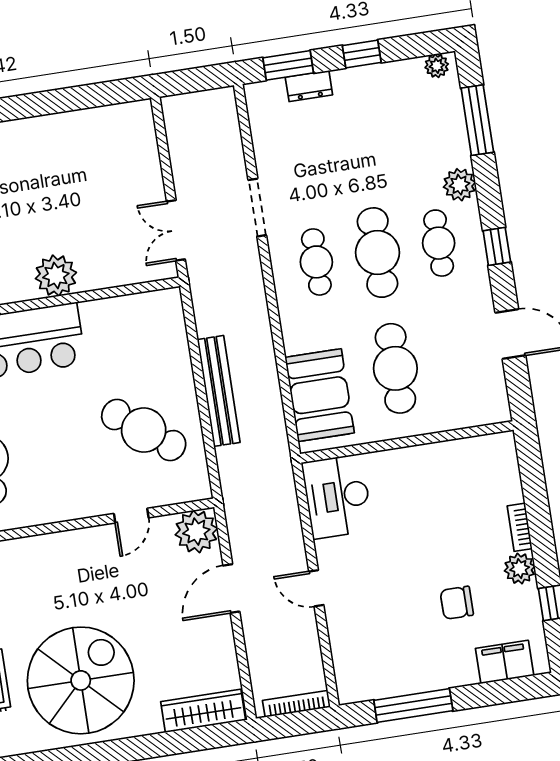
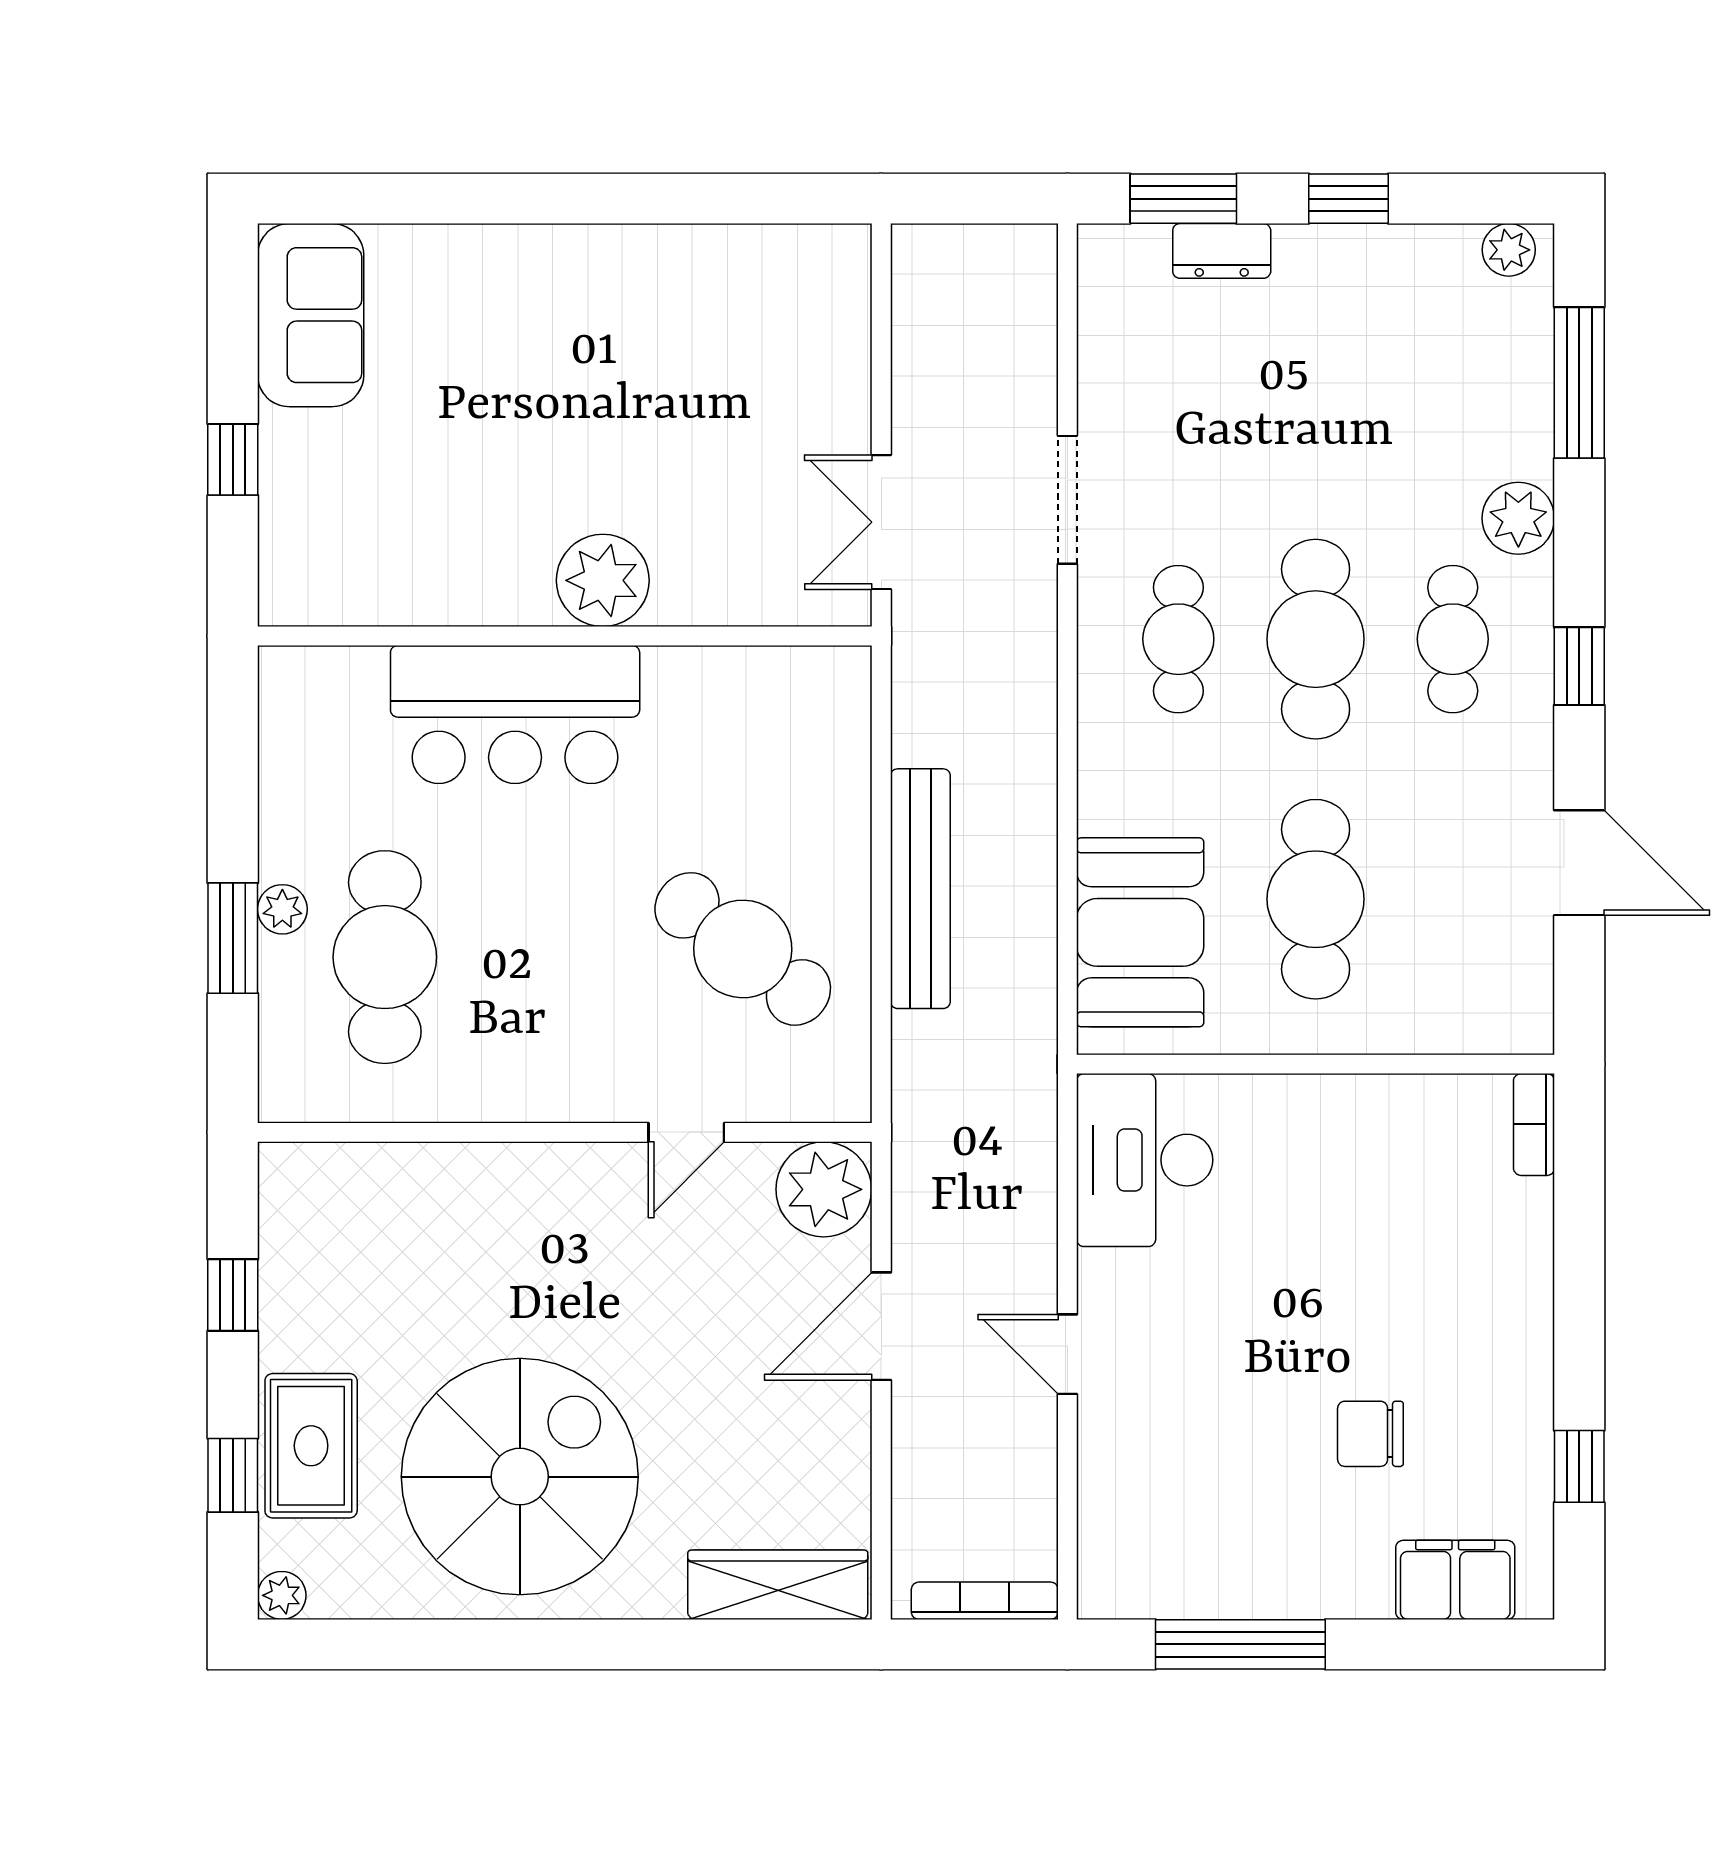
bookcase: (520, 527) -> (1534, 1124), moved
plant: (520, 569) -> (1520, 1380), removed

